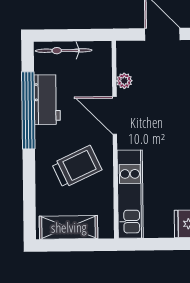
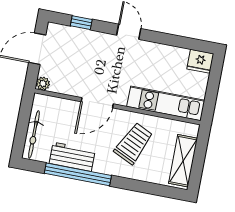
plant: (124, 81) -> (43, 84), moved
trolley: (77, 167) -> (134, 143), turned 50

